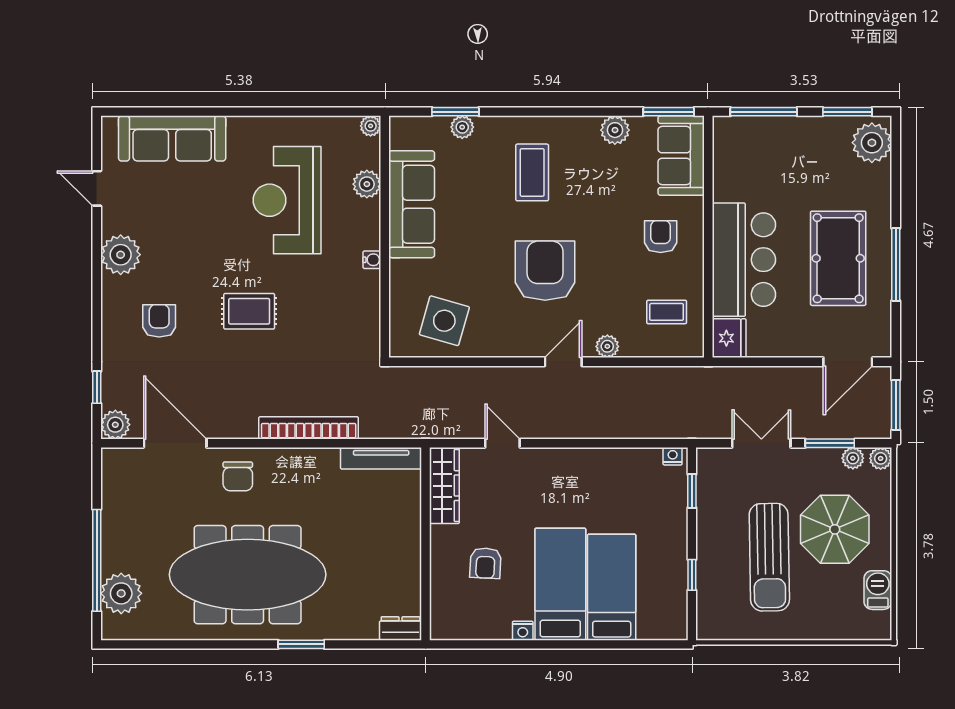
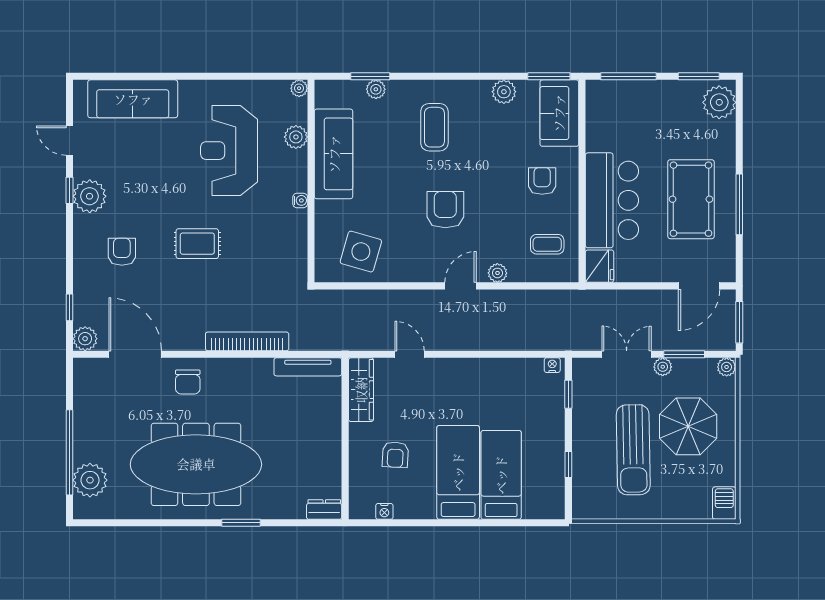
window: (97, 248) -> (69, 190), added
armchair: (545, 271) -> (445, 210), width x0.73, depth x0.73
plant: (853, 458) -> (663, 367), moved
barbecue: (878, 590) -> (724, 503), moved
nightstand: (523, 631) -> (384, 511), moved

